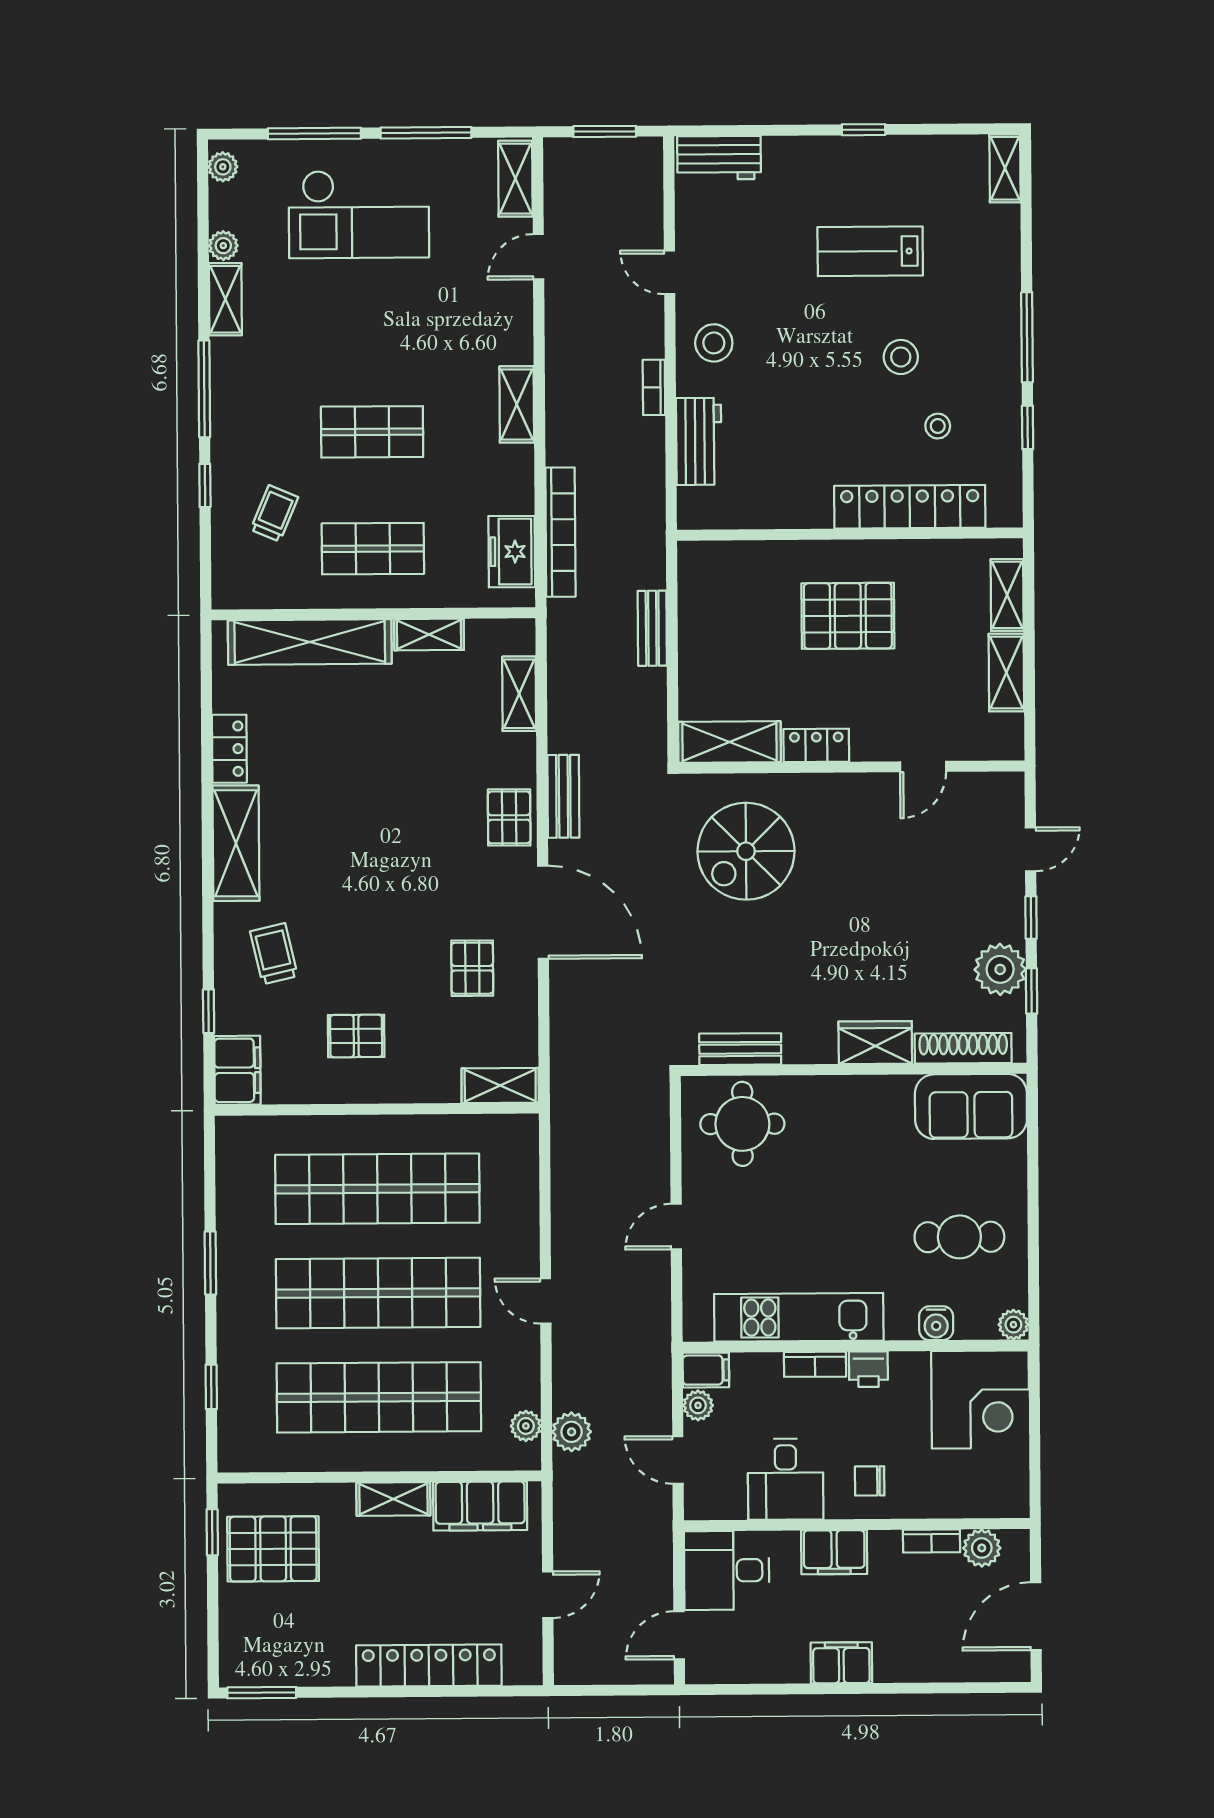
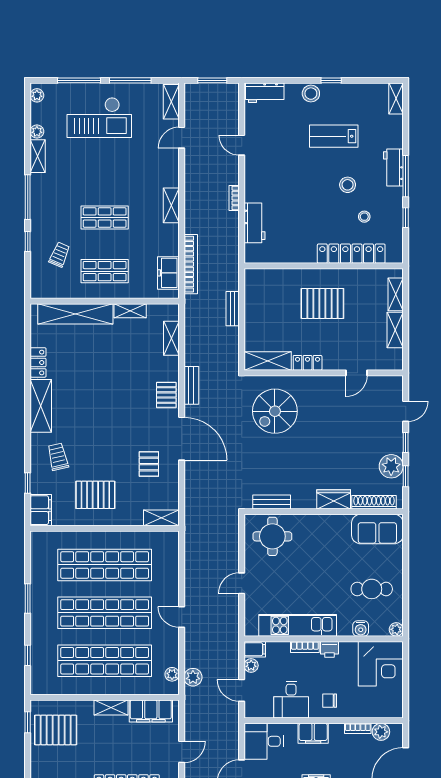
workbench: (1000, 319) -> (393, 167), added
stool: (714, 343) -> (311, 94), moved
pallet: (356, 1036) -> (95, 495), width x1.50, depth x1.42

